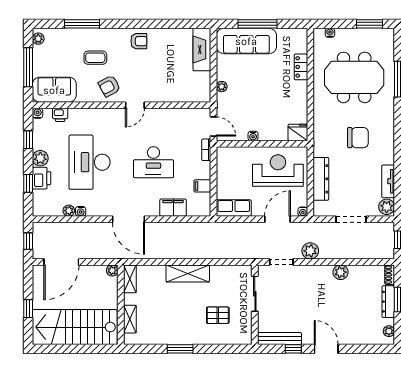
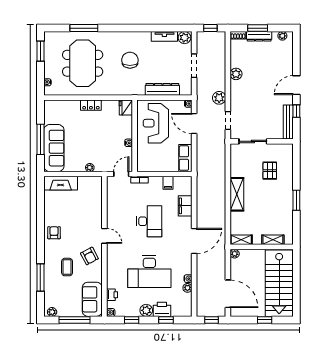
locker: (301, 67) -> (91, 105), moved

